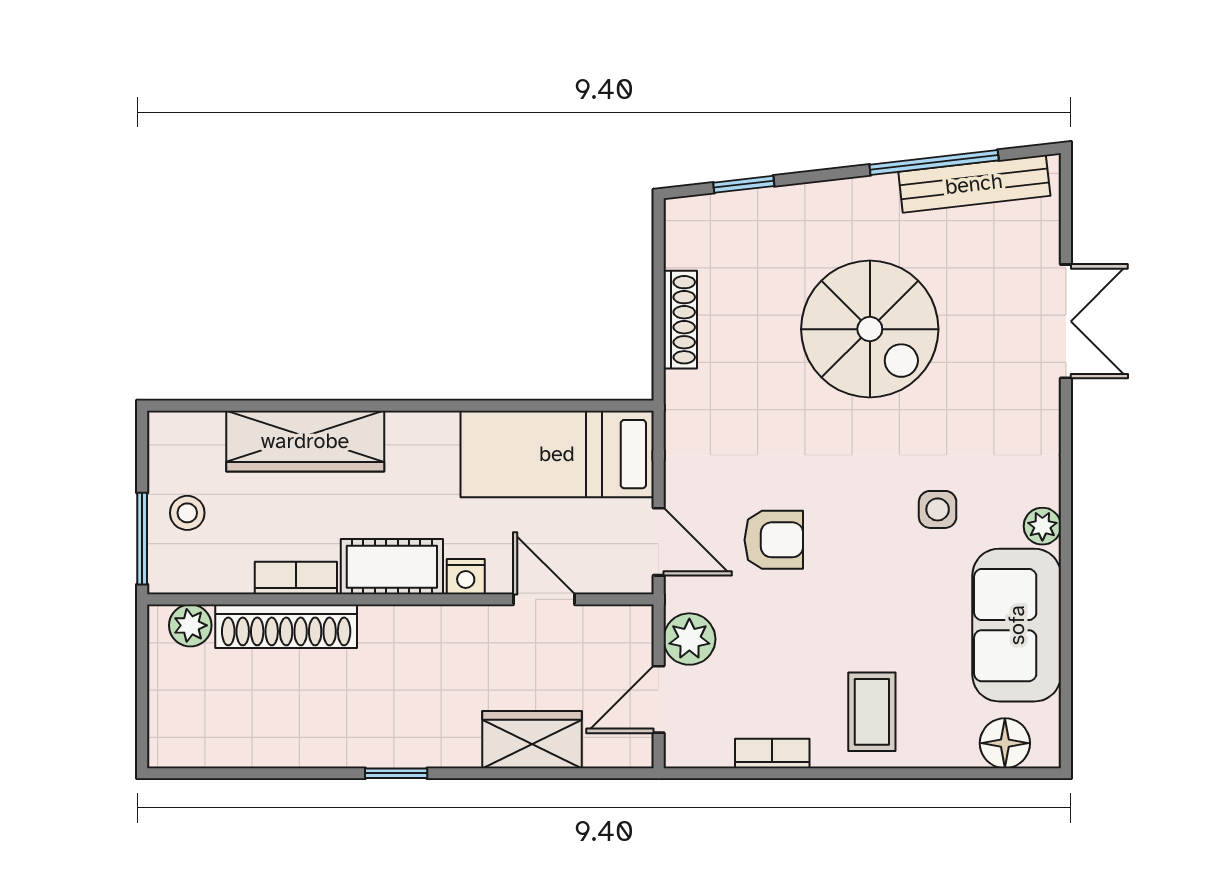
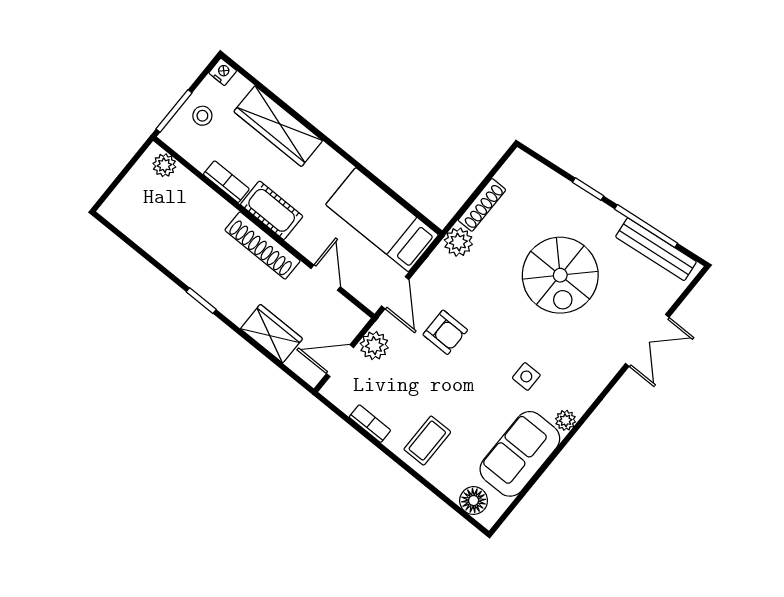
window: (744, 184) -> (588, 189), moved
plant: (689, 399) -> (458, 242), added
nightstand: (466, 577) -> (223, 72), moved, turned 180
shoe rack: (286, 626) -> (263, 245), moved

